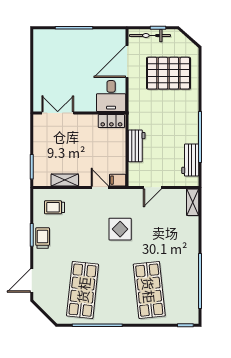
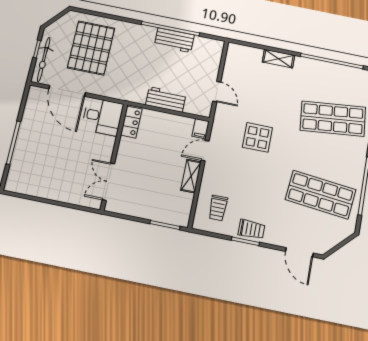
workbench: (190, 160) -> (174, 40), moved
shelving: (65, 180) -> (191, 176), moved
shelving: (193, 202) -> (279, 59), moved
trolley: (43, 238) -> (251, 229), turned 180

